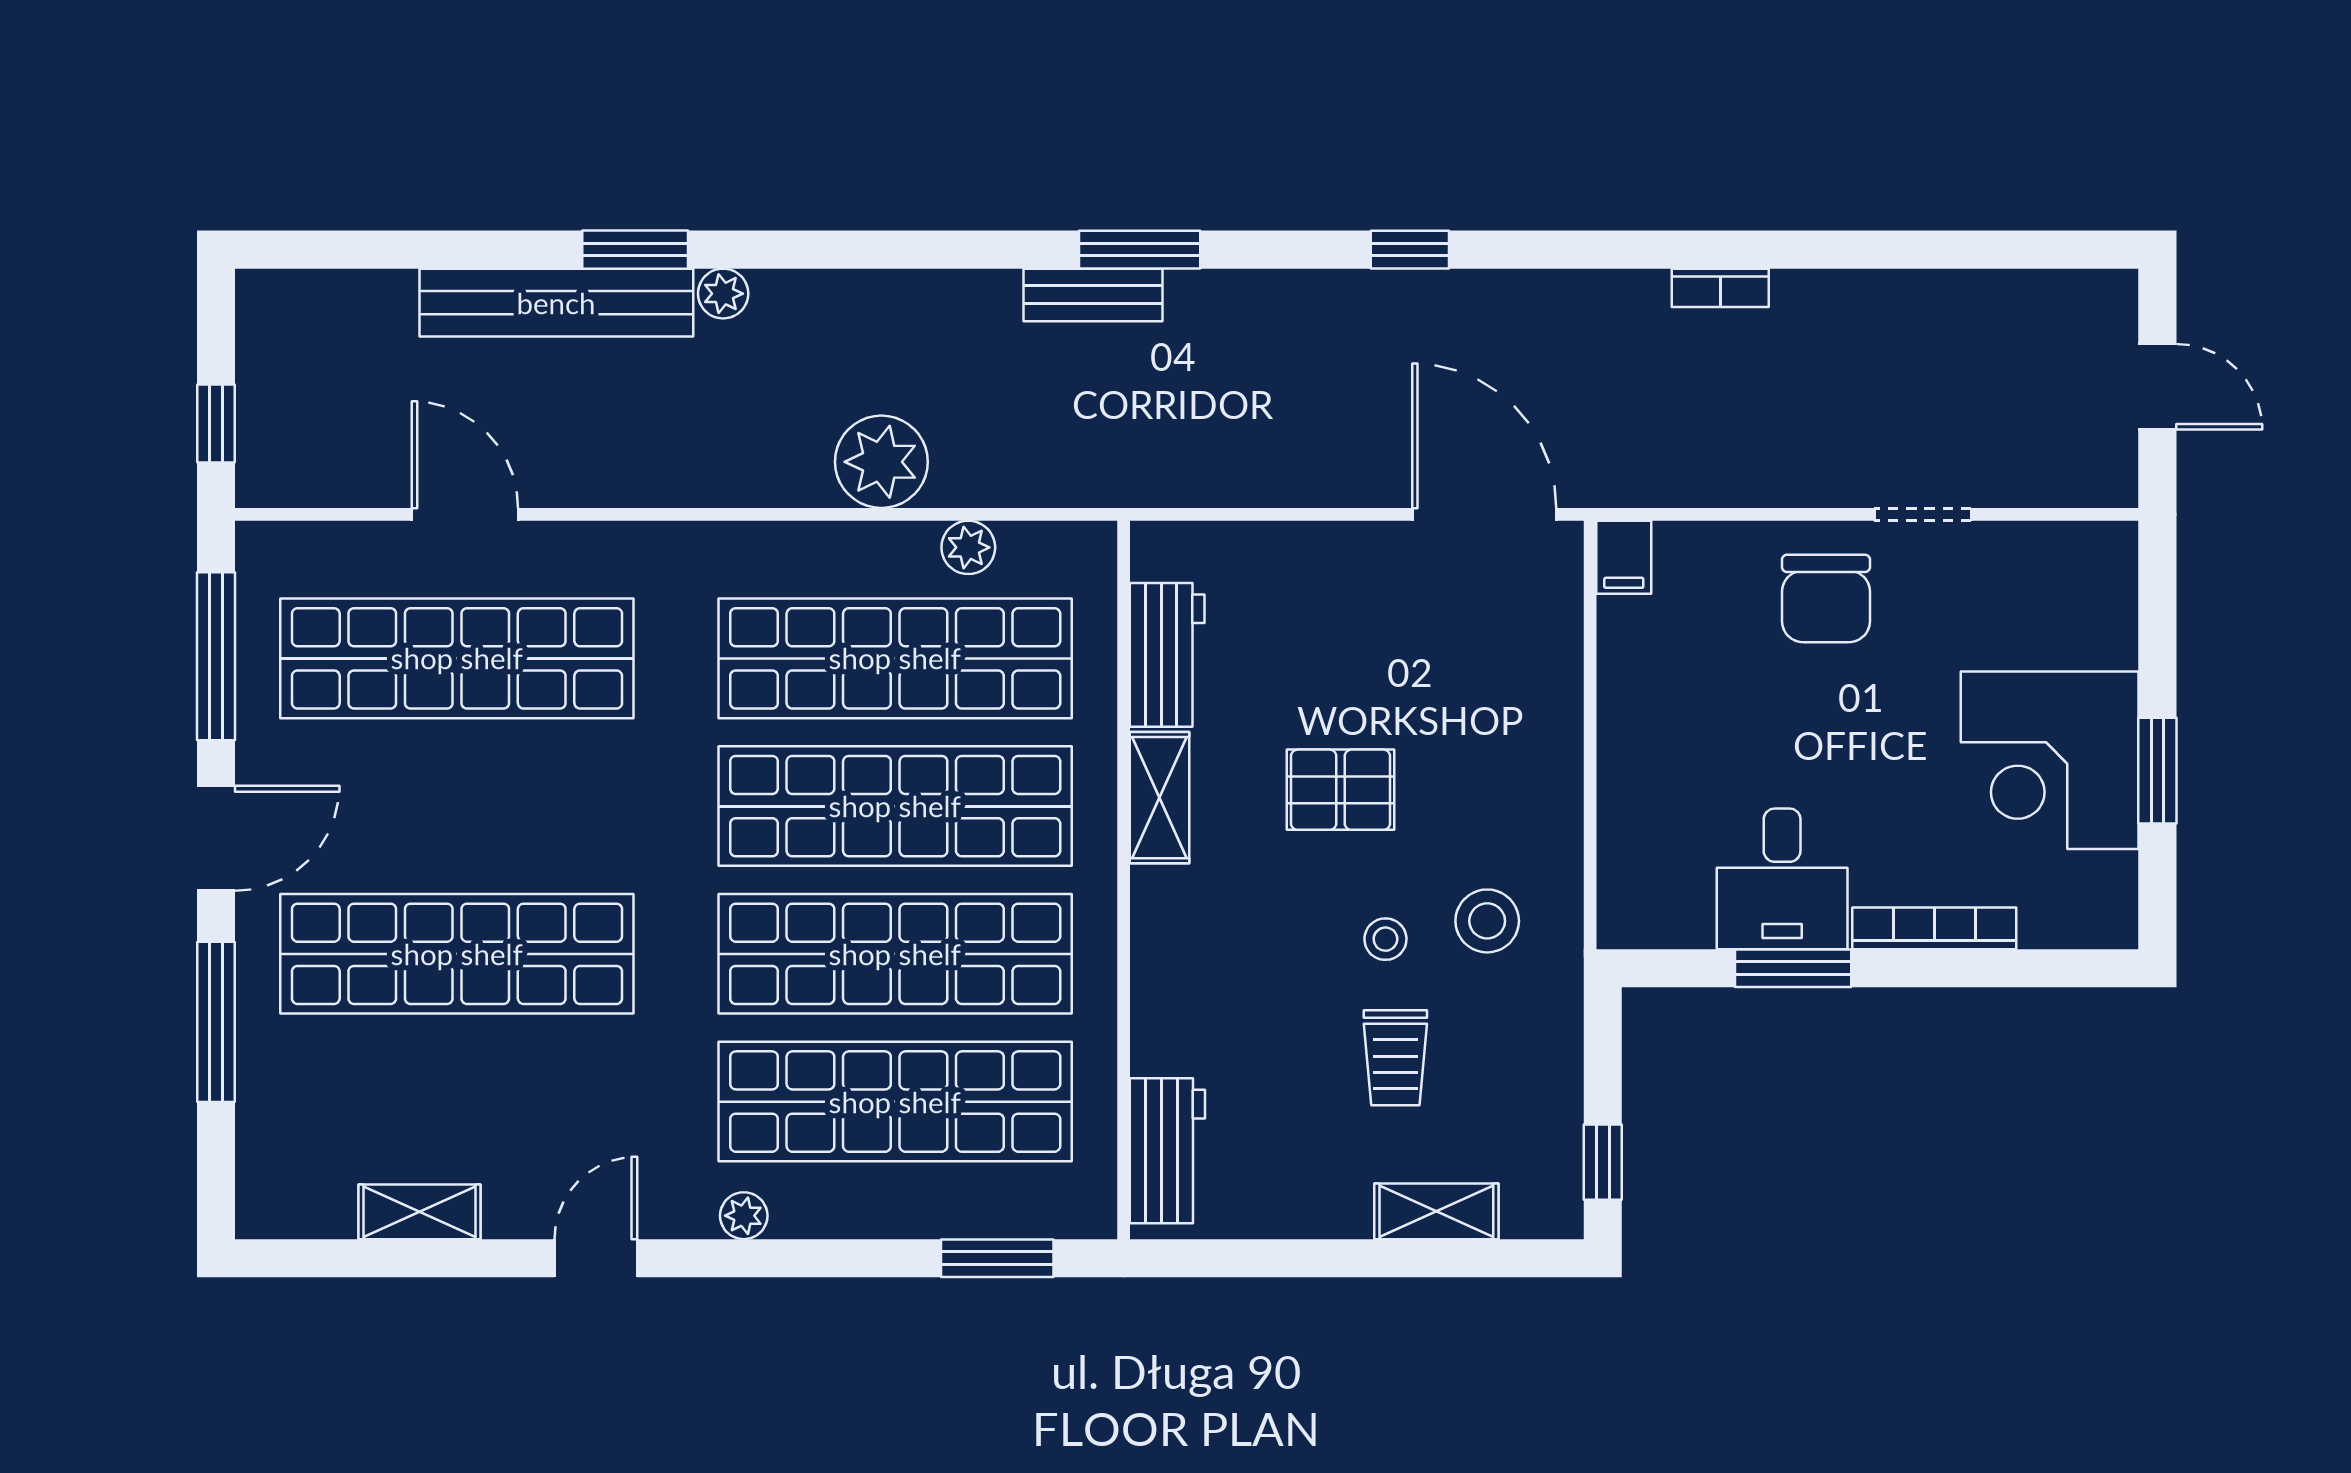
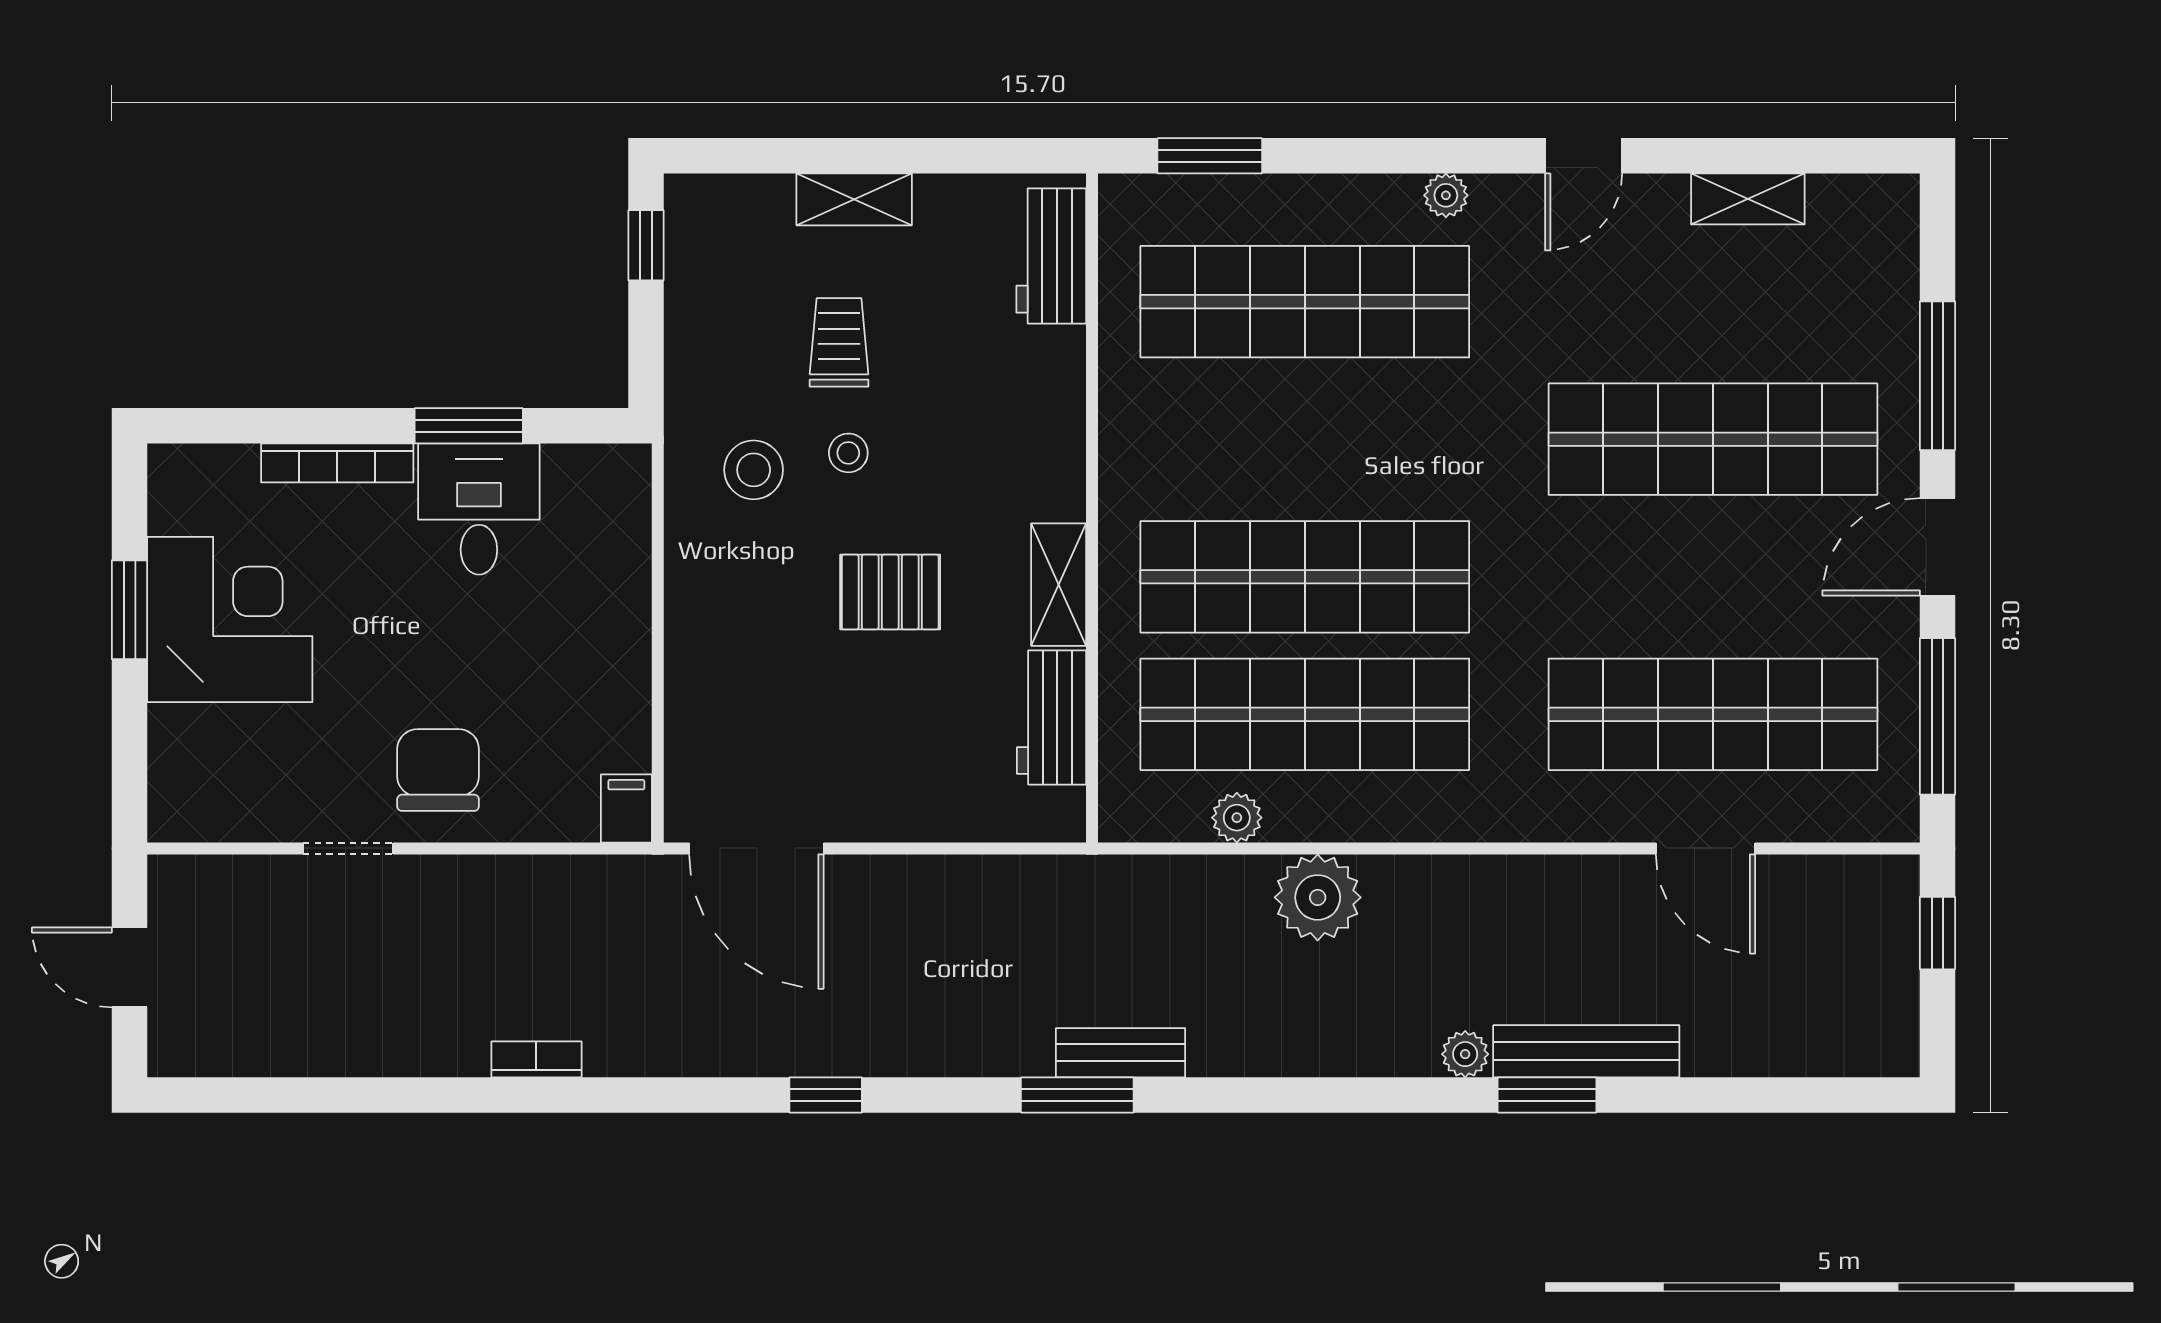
bench: (556, 303) -> (1586, 1051), width x0.73, depth x0.82
shop shelf: (895, 954) -> (1305, 439), removed
shelving: (1436, 1211) -> (854, 199), moved

